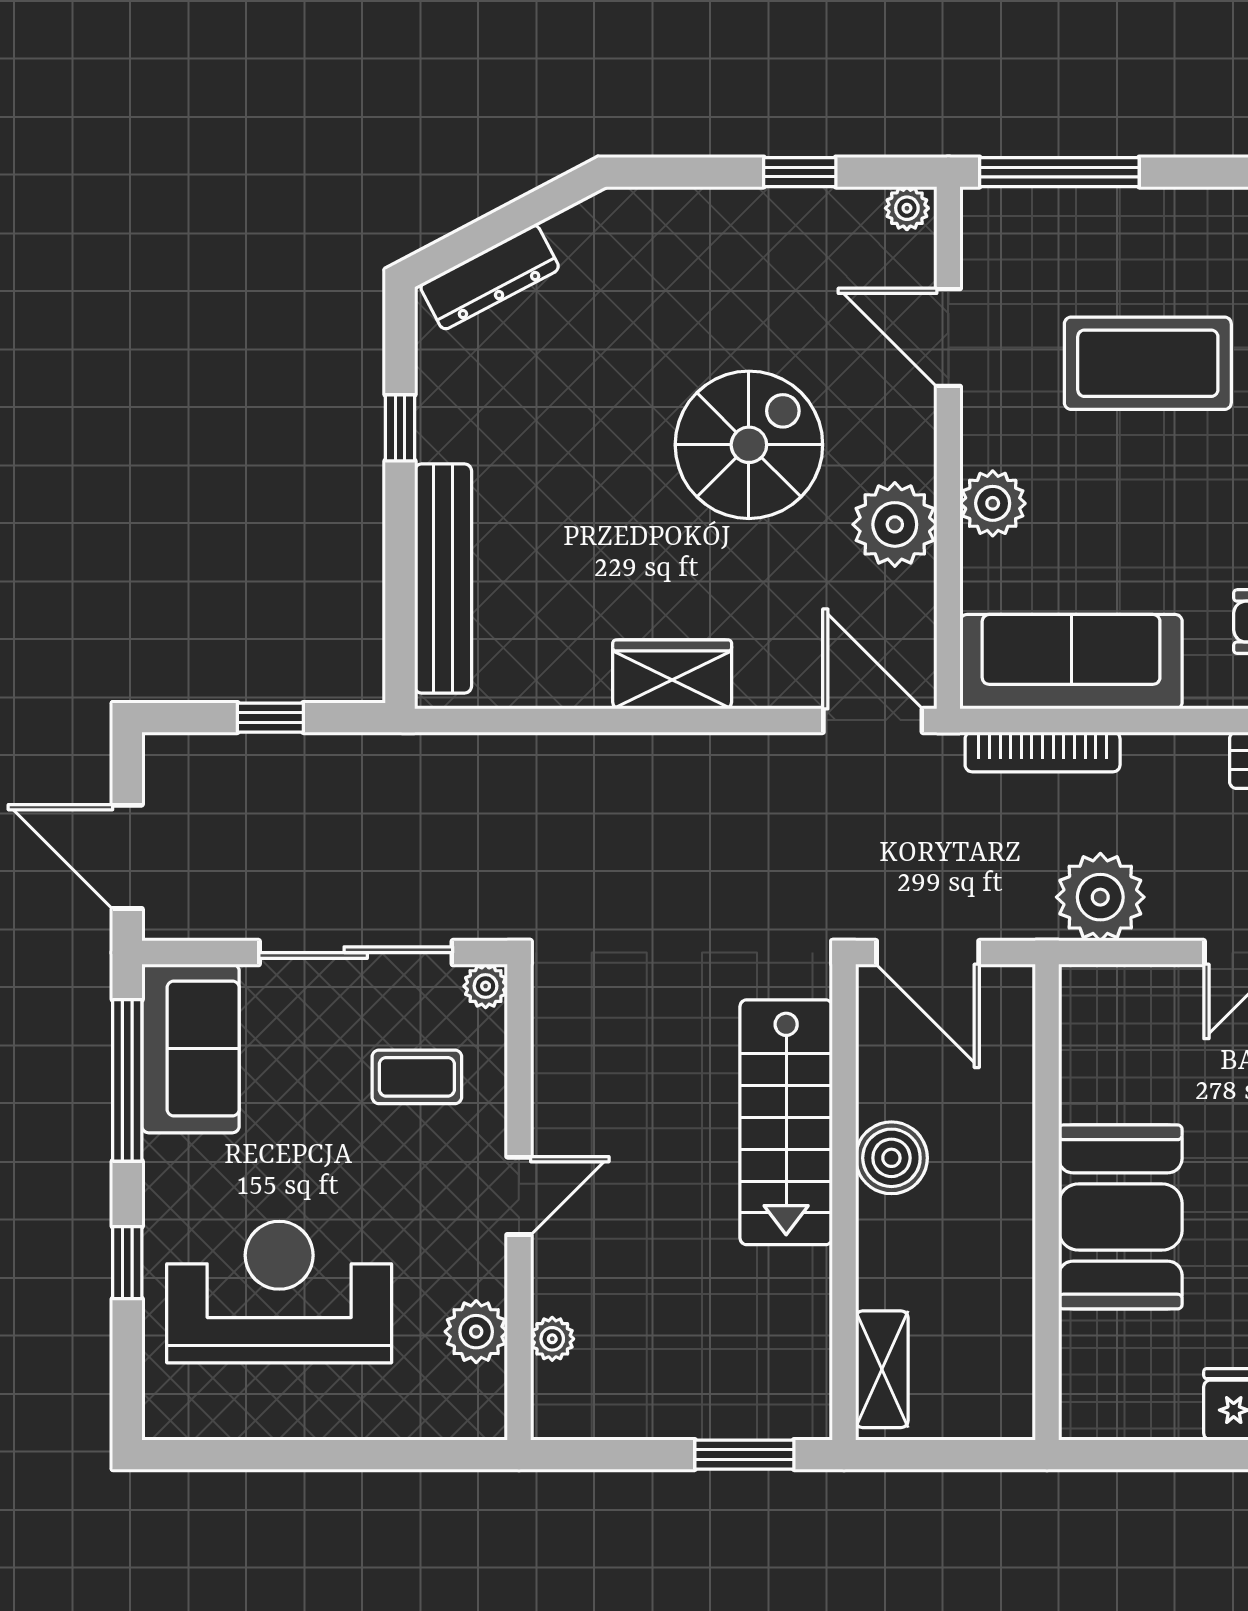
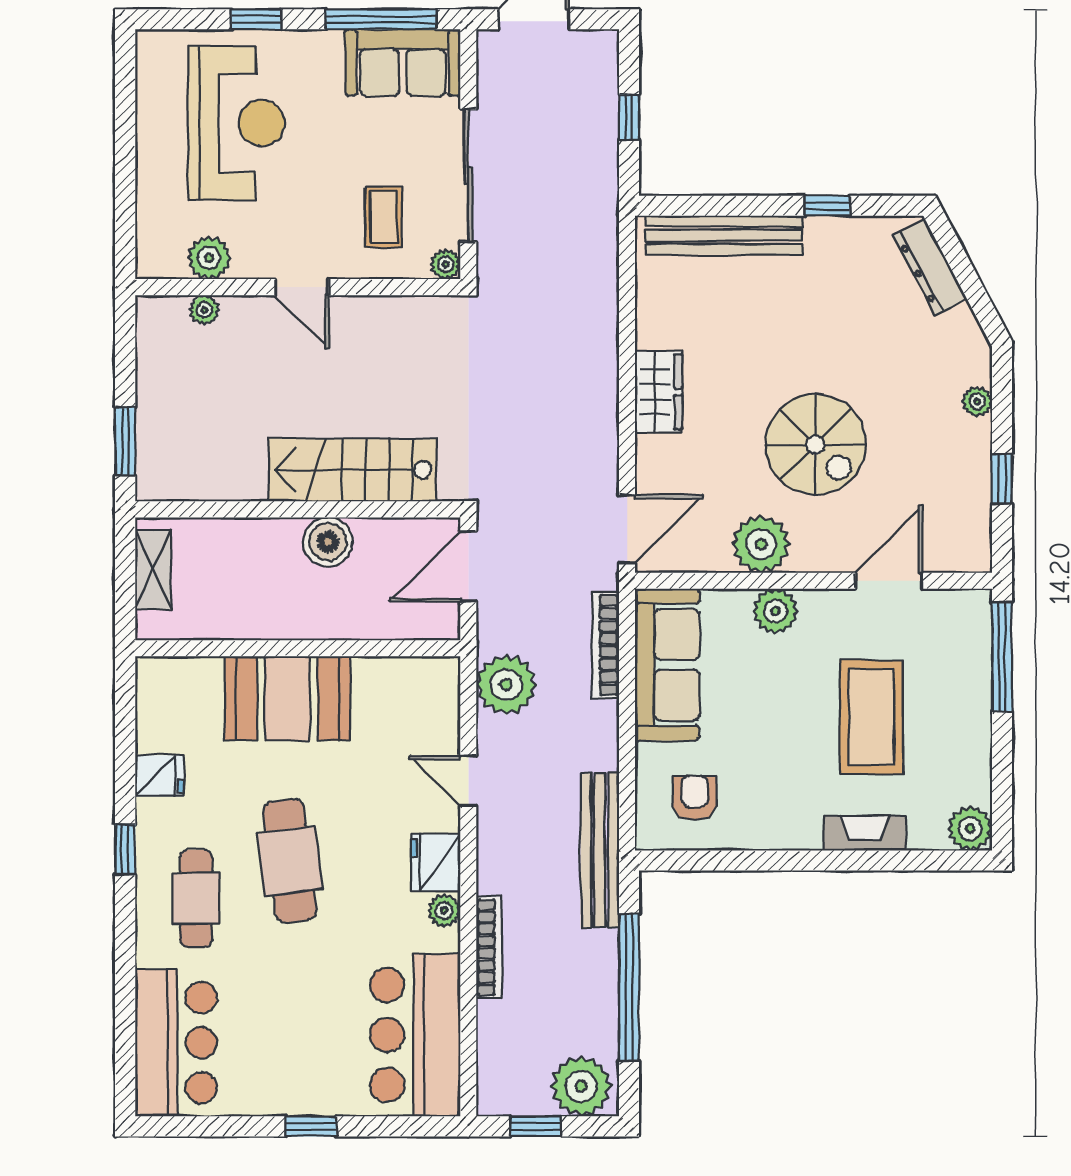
plant: (907, 208) -> (977, 402), moved
shelving: (882, 1369) -> (153, 569), moved, turned 90

